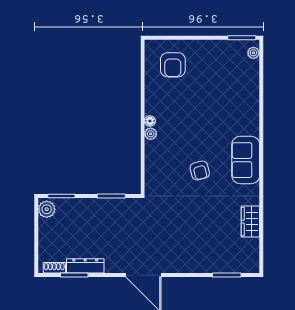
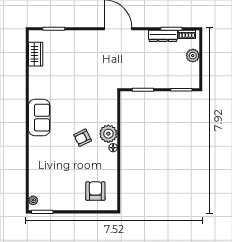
plant: (151, 134) -> (108, 134), width x1.87, depth x1.87
armchair: (200, 170) -> (83, 138), moved, turned -101
plant: (47, 209) -> (193, 56), moved
wardrobe: (250, 222) -> (36, 54), moved

